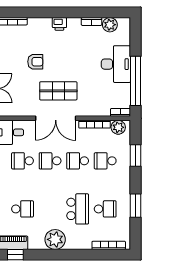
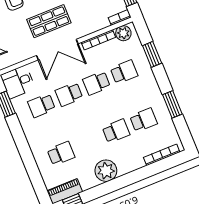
school desk: (105, 161) -> (124, 72), turned 180
school desk: (78, 209) -> (116, 131), width x0.54

